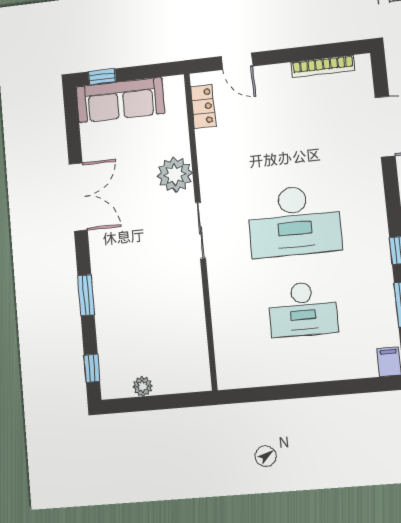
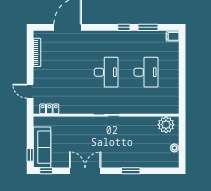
door: (237, 61) -> (30, 91), swing flipped
plant: (175, 175) -> (166, 125), moved
desk: (294, 221) -> (106, 72), width x0.73, depth x0.77
window: (92, 368) -> (46, 171), moved

